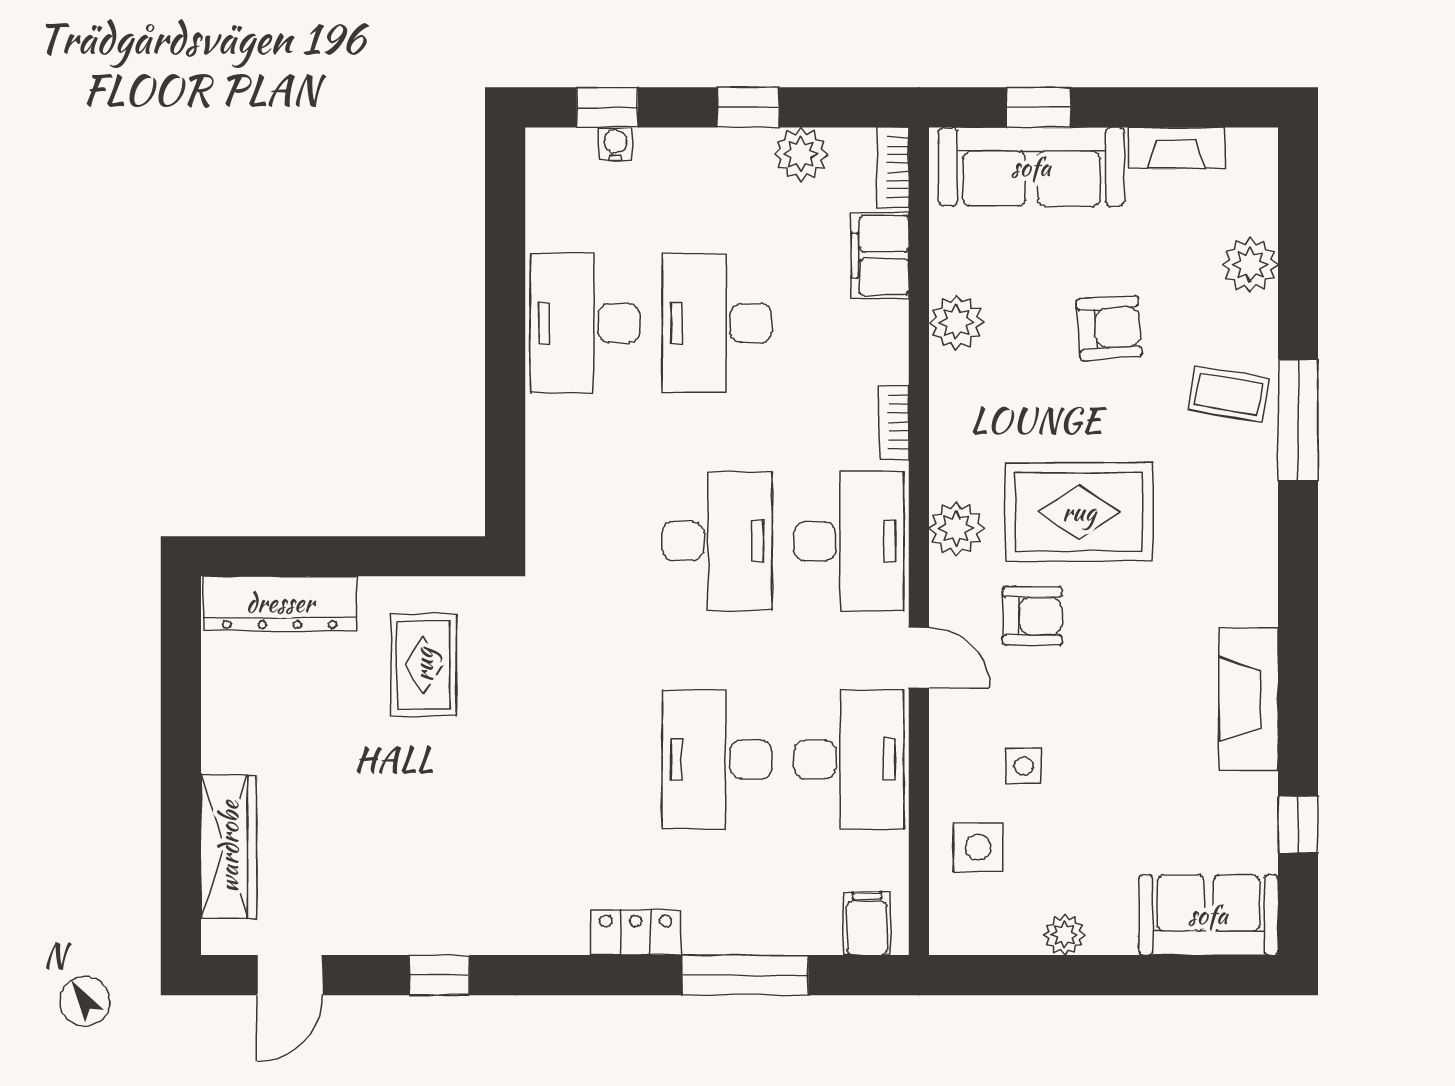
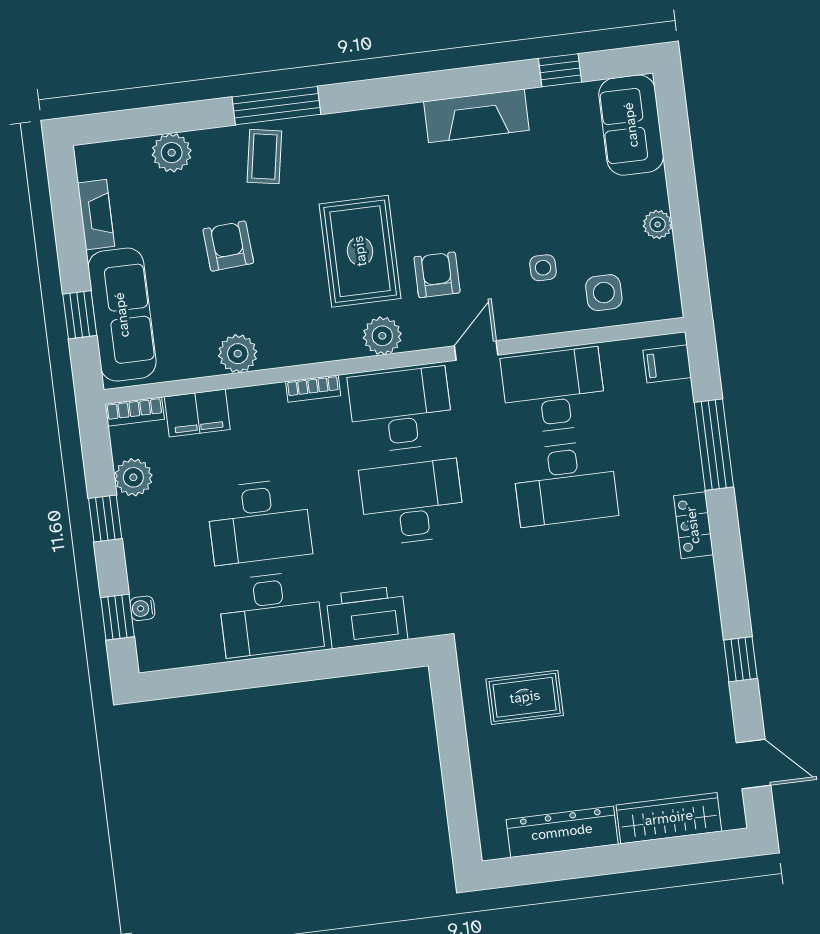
printer: (564, 458) -> (367, 617), added
dresser: (280, 603) -> (562, 832), moved, turned -90

